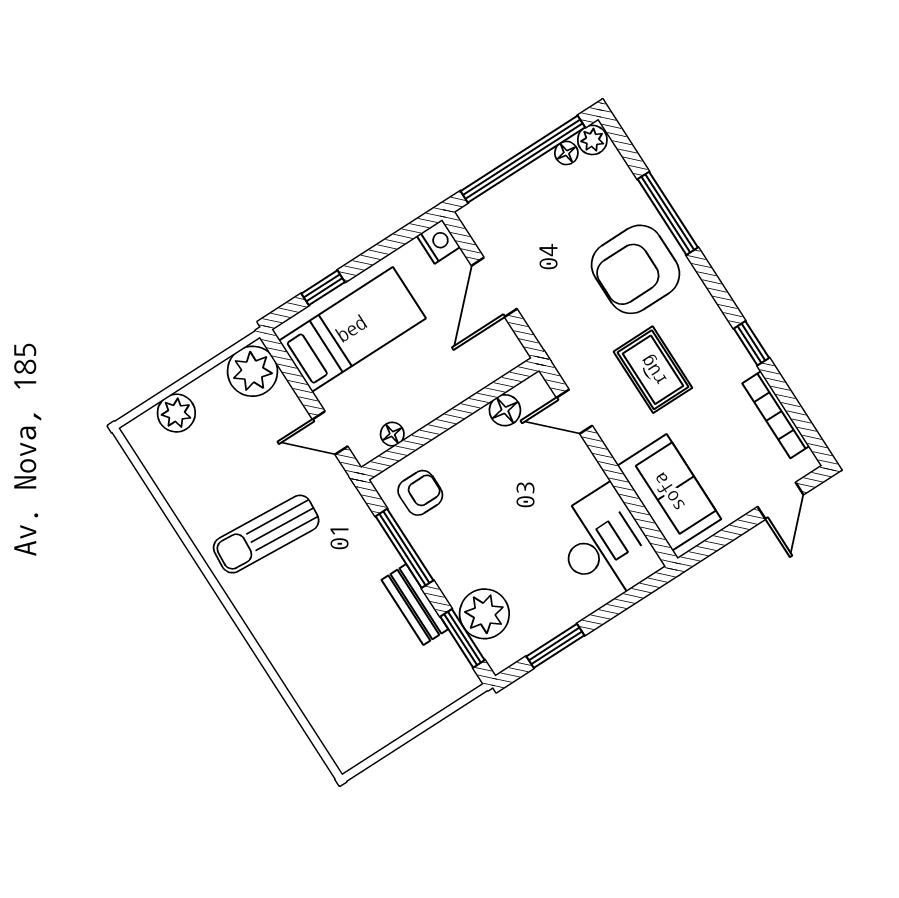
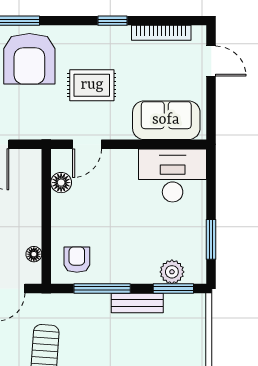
plant: (484, 614) -> (172, 272), width x0.73, depth x0.73

